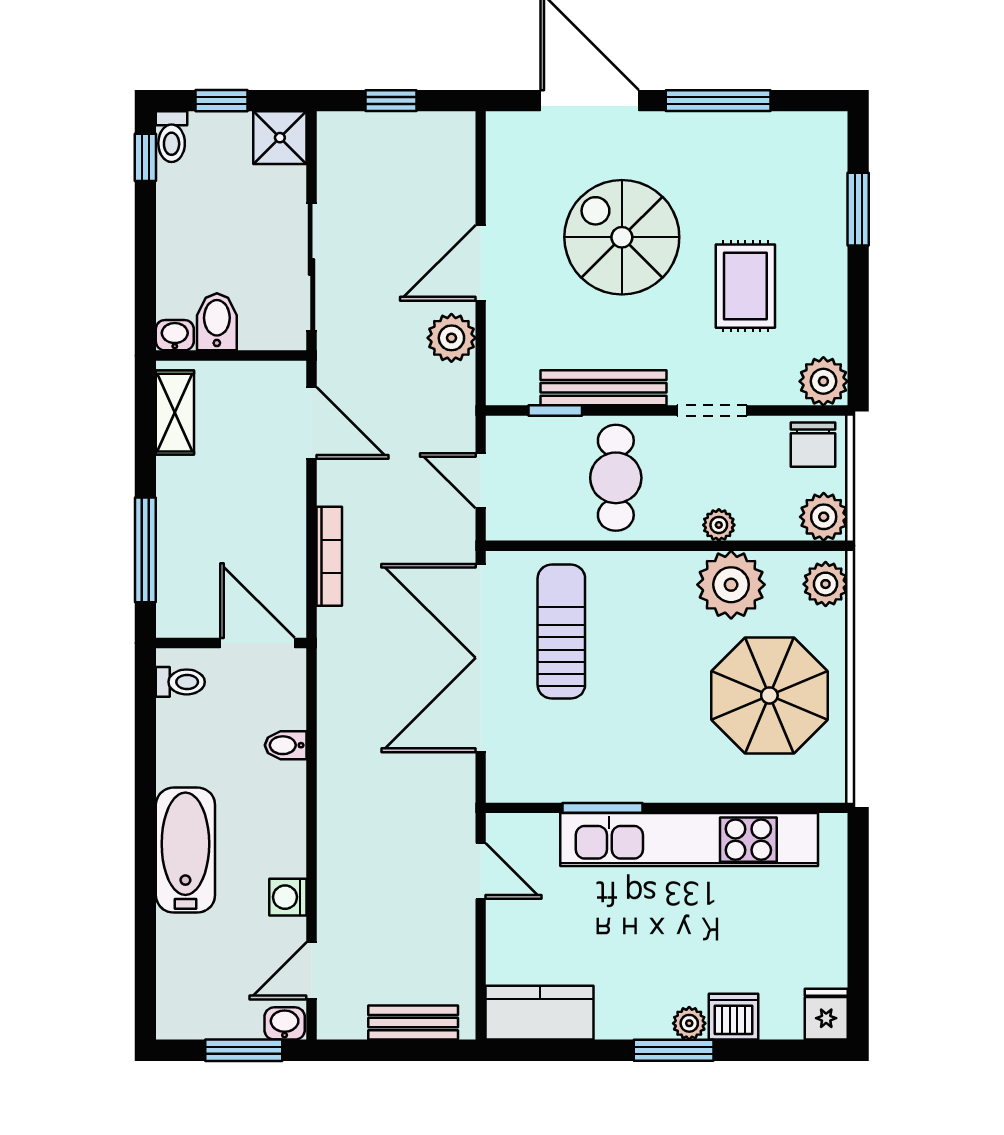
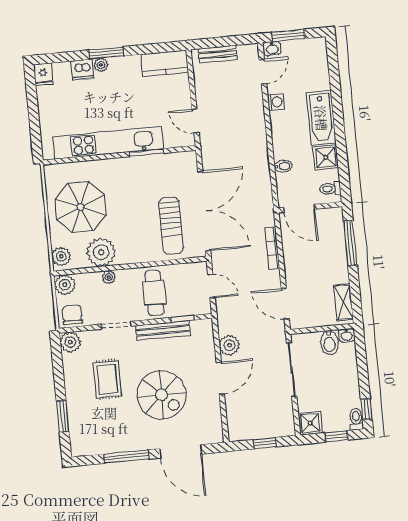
shower: (184, 756) -> (326, 157), added

